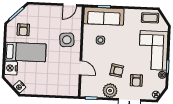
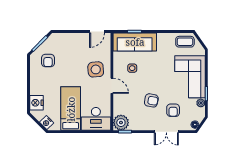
bed: (26, 52) -> (71, 109), moved, turned -90
door: (80, 68) -> (112, 86), moved
desk: (65, 85) -> (96, 119), added
plant: (110, 91) -> (121, 123), moved

